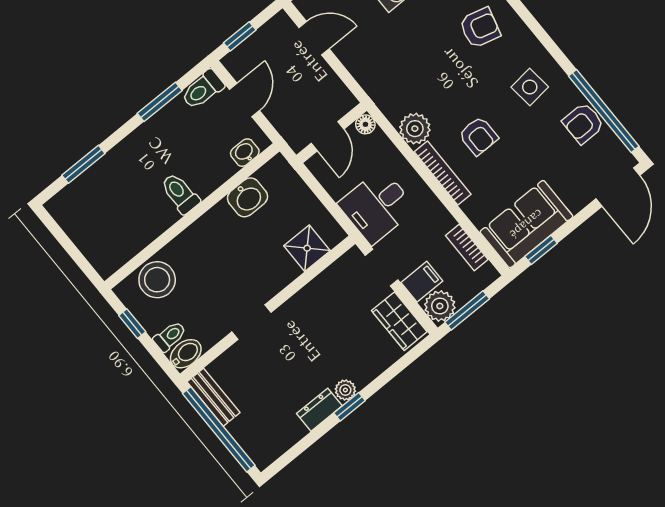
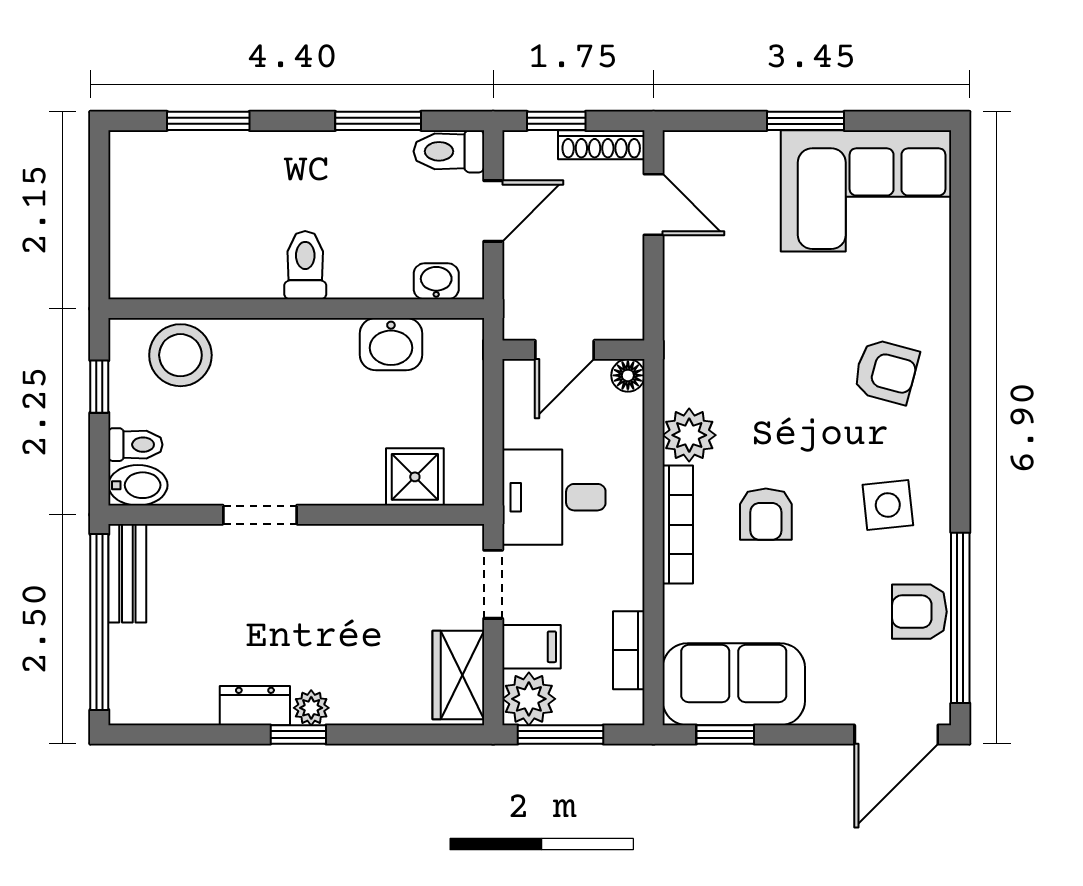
shoe rack: (269, 31) -> (601, 145), added

